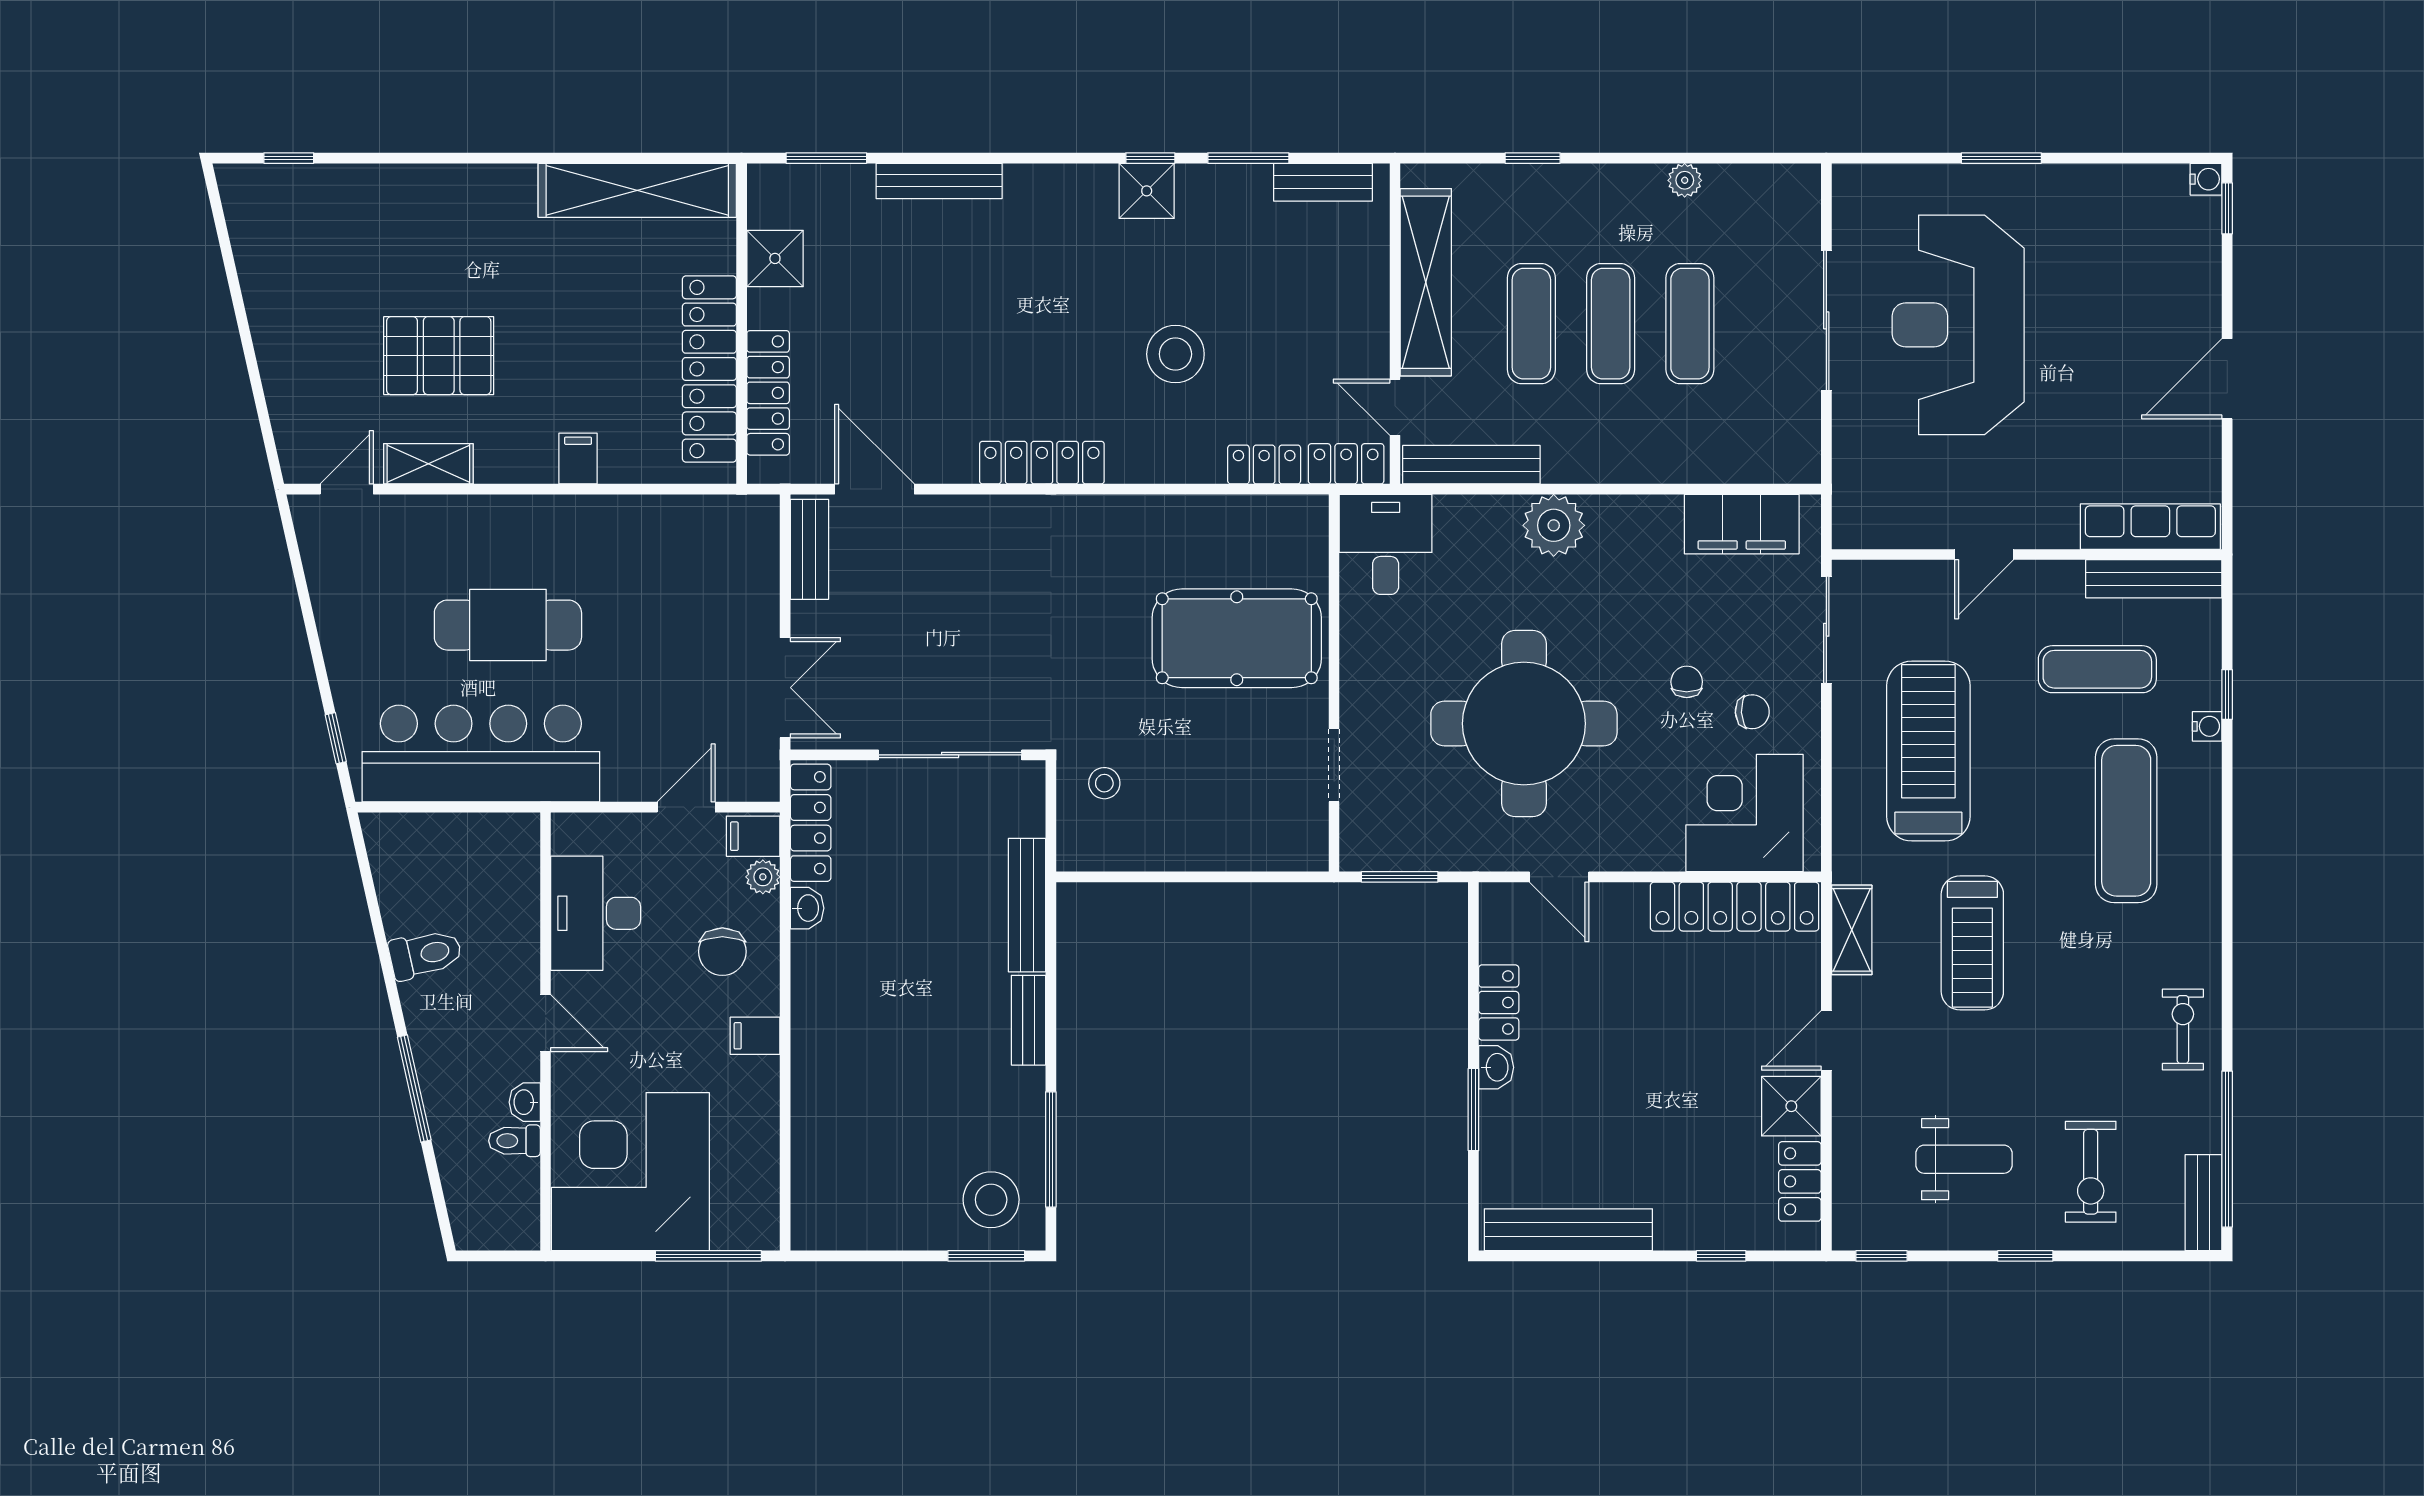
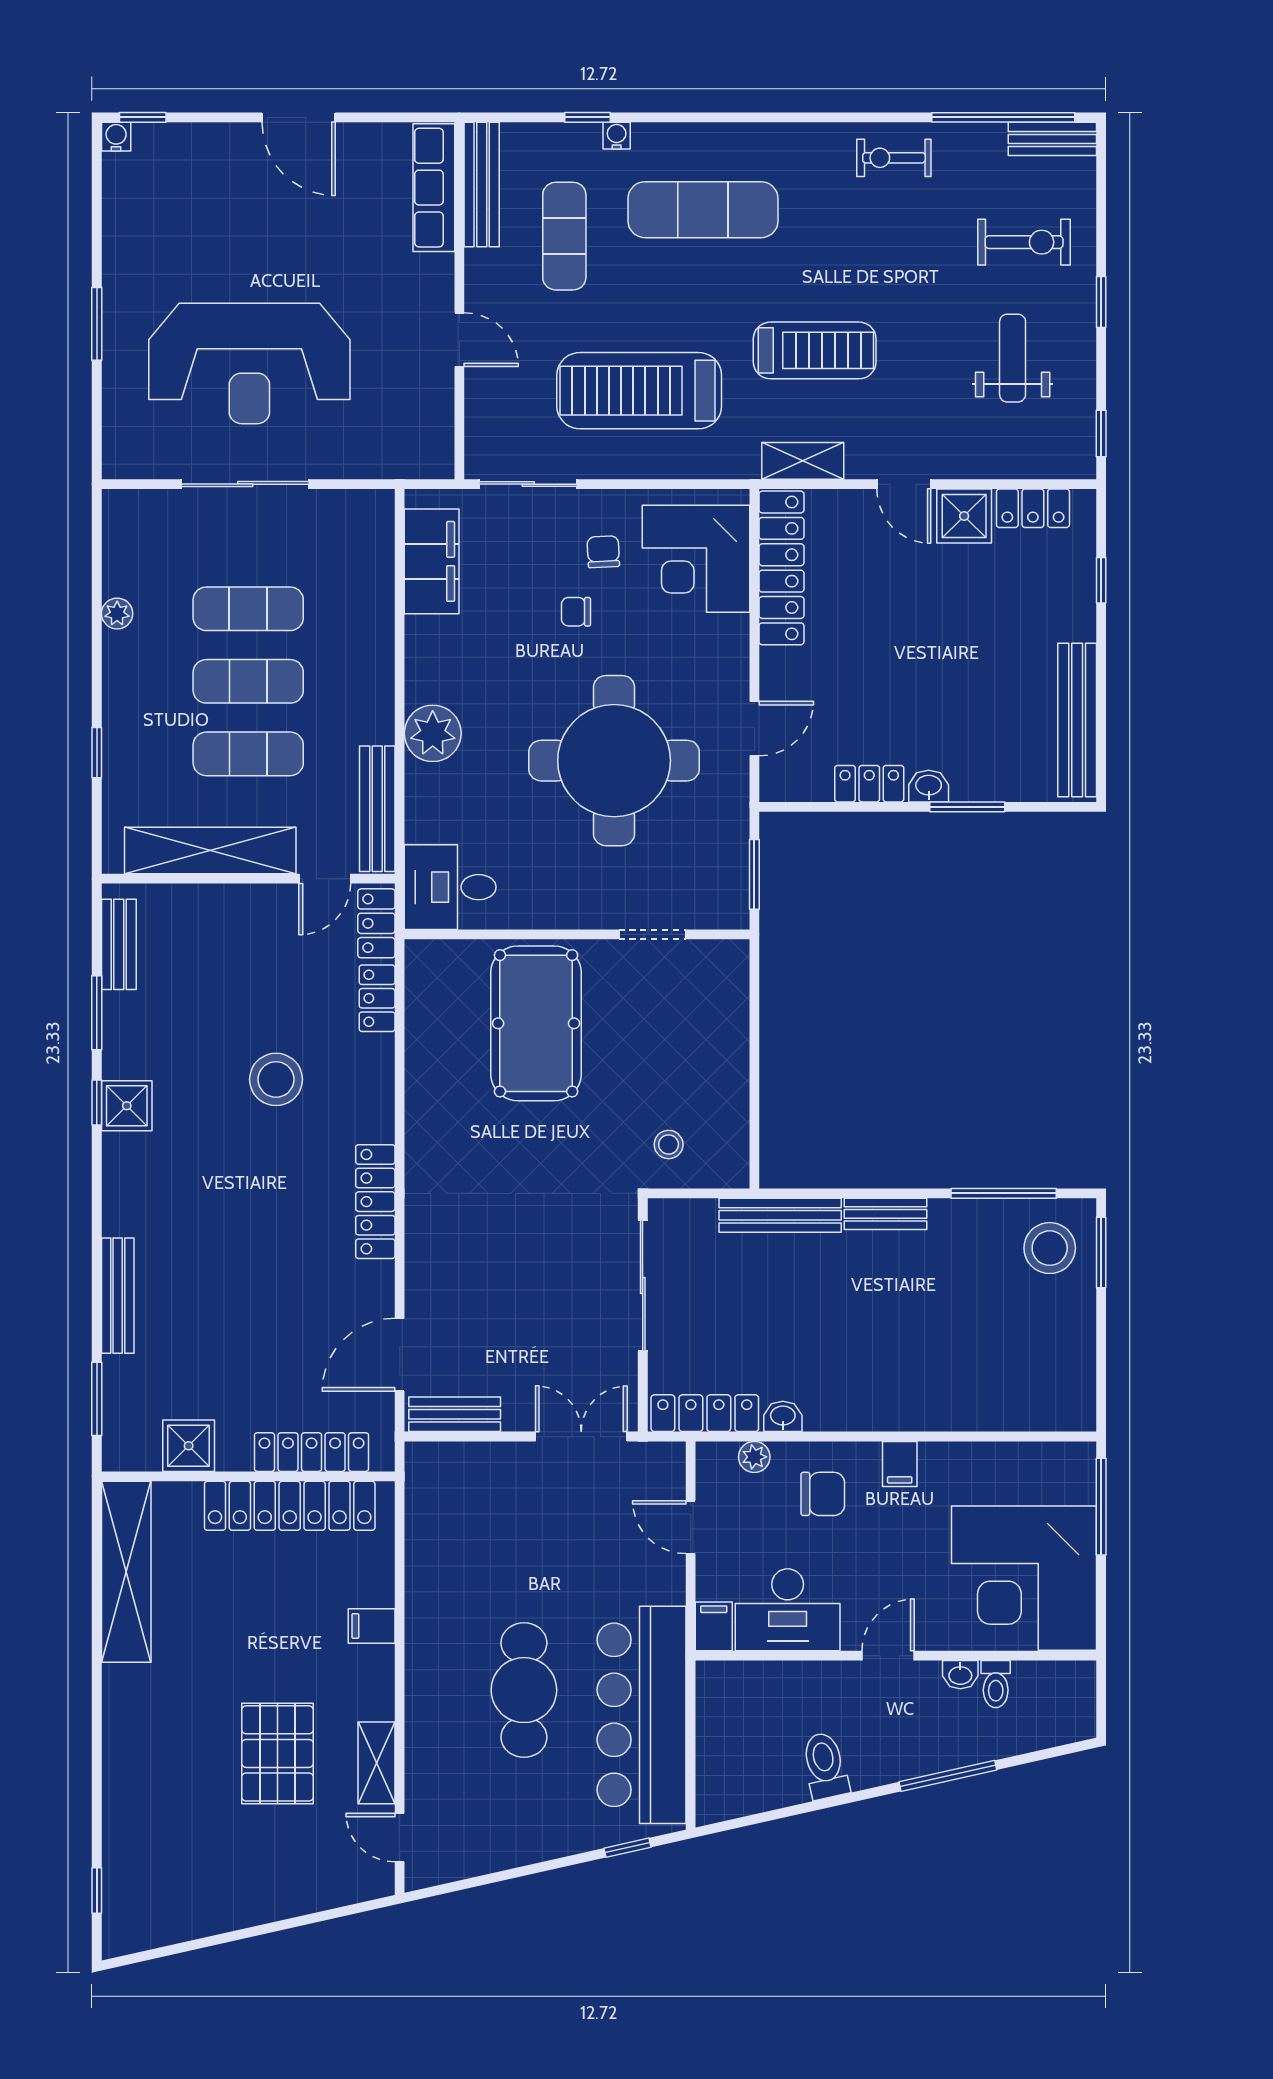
filing cabinet: (753, 836) -> (714, 1626), moved, turned 180

